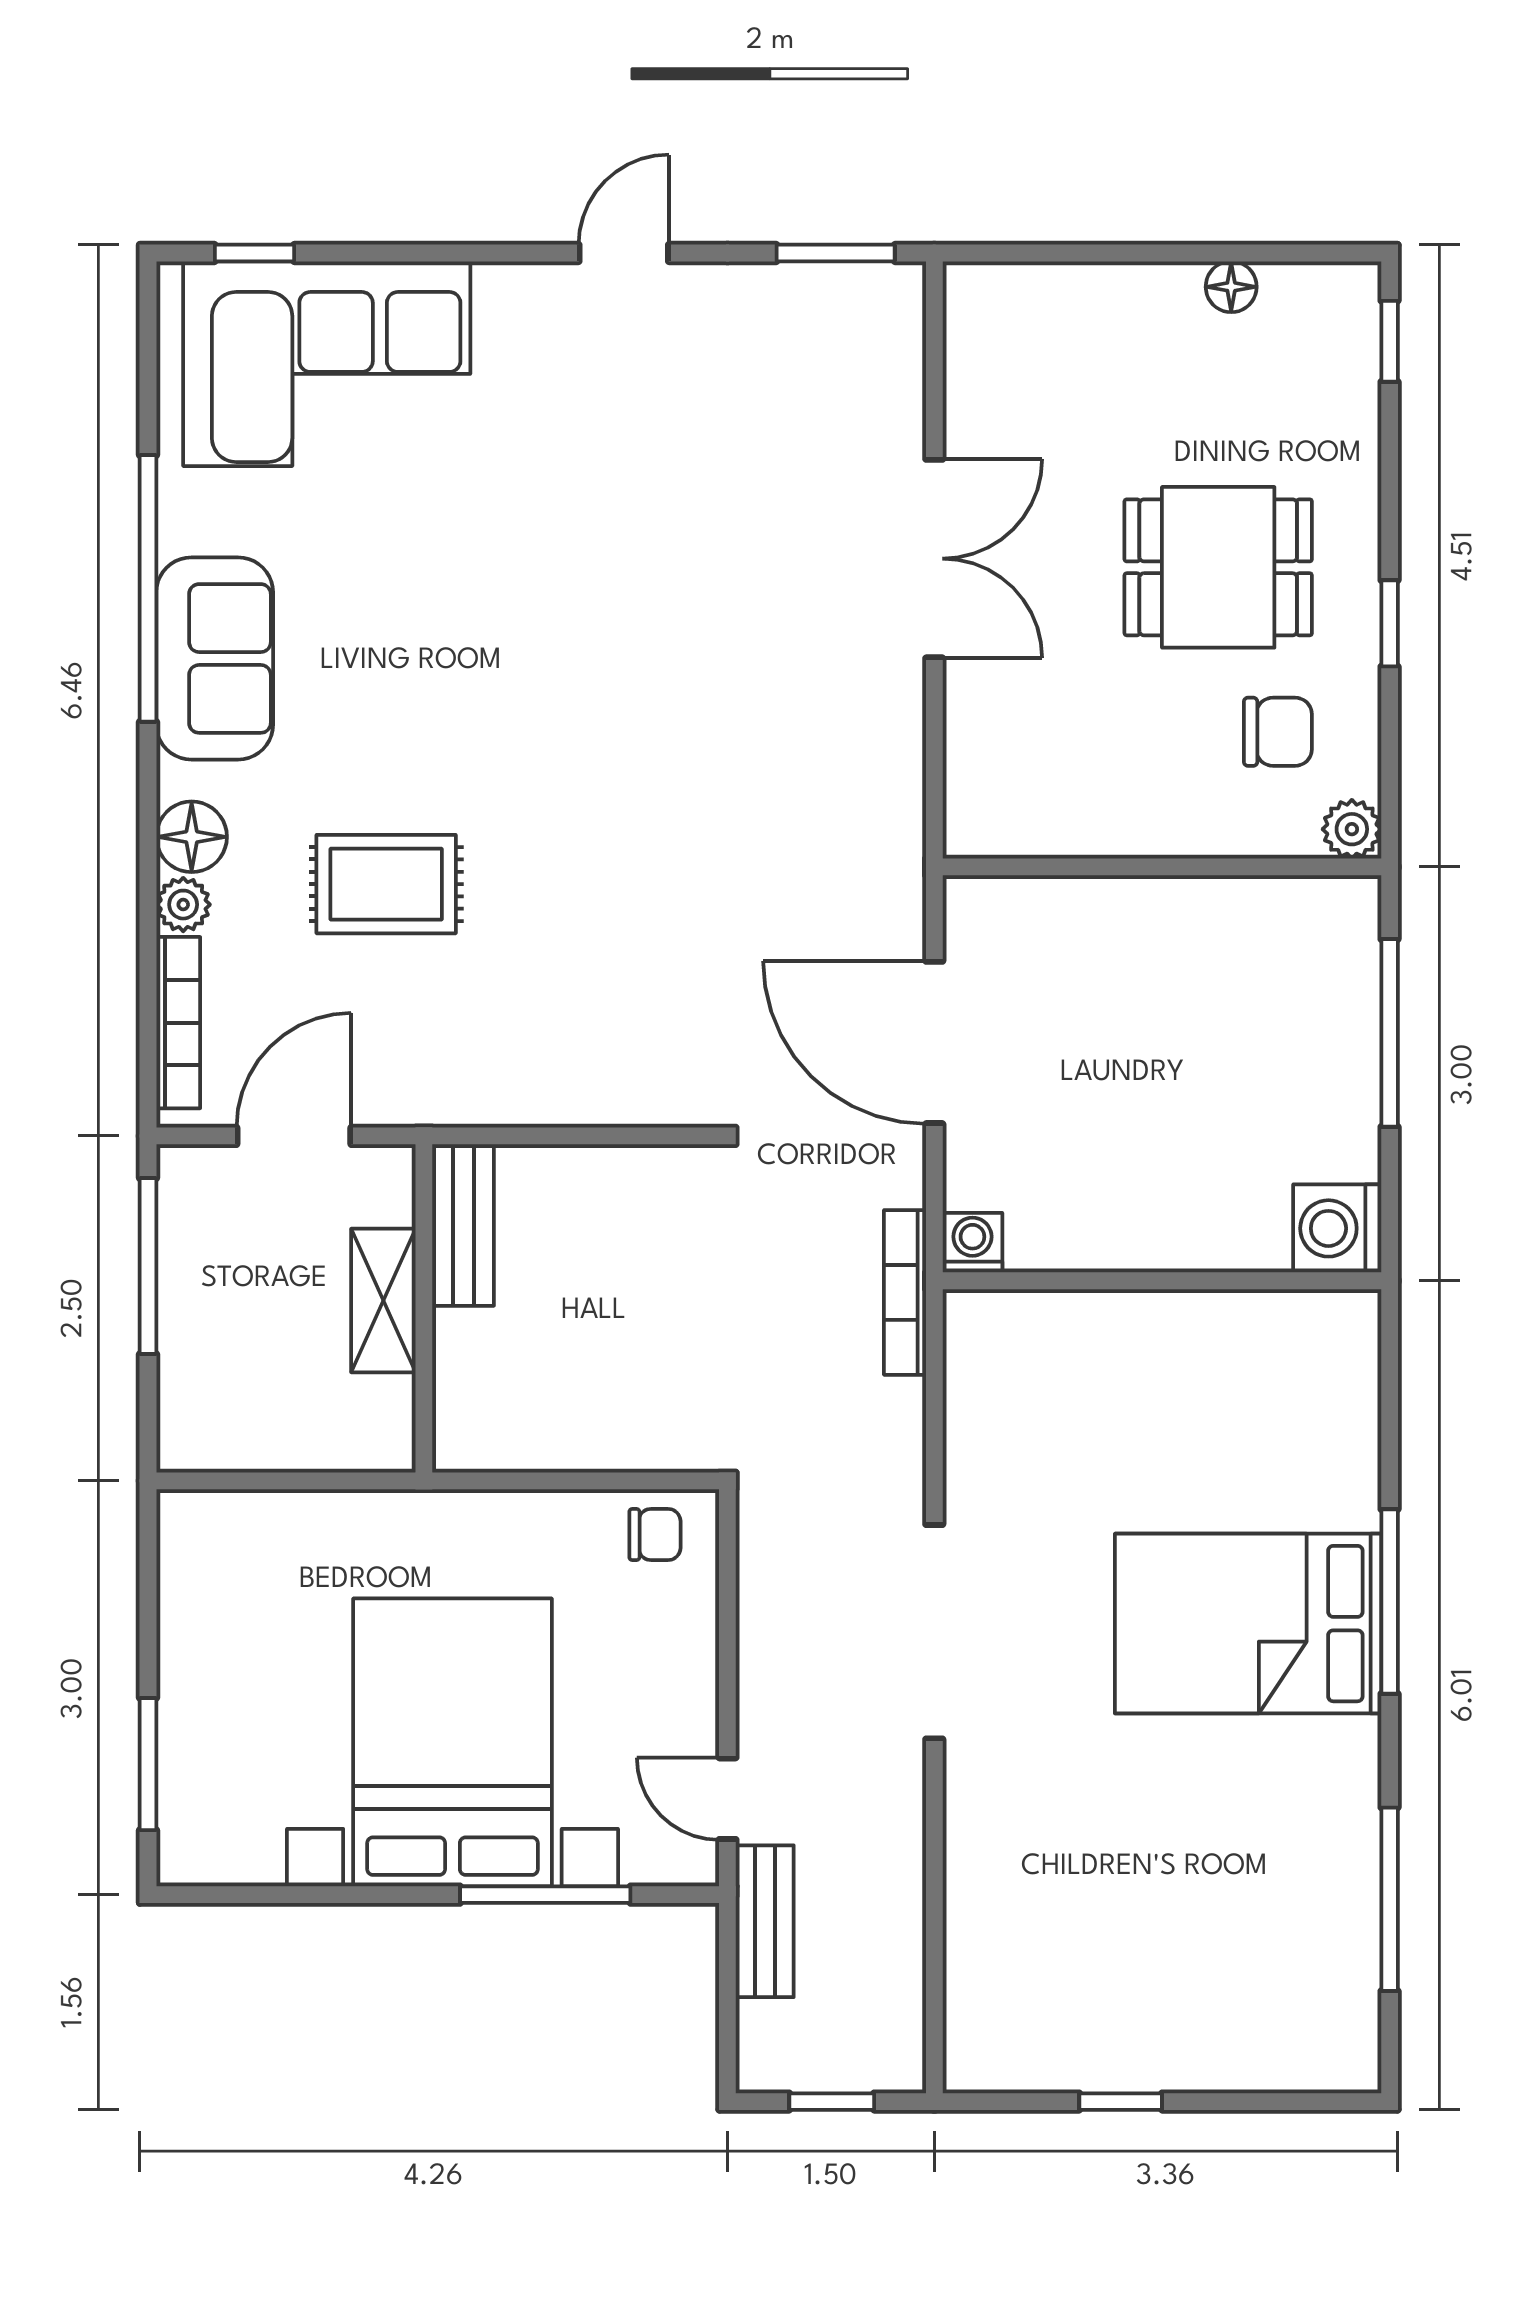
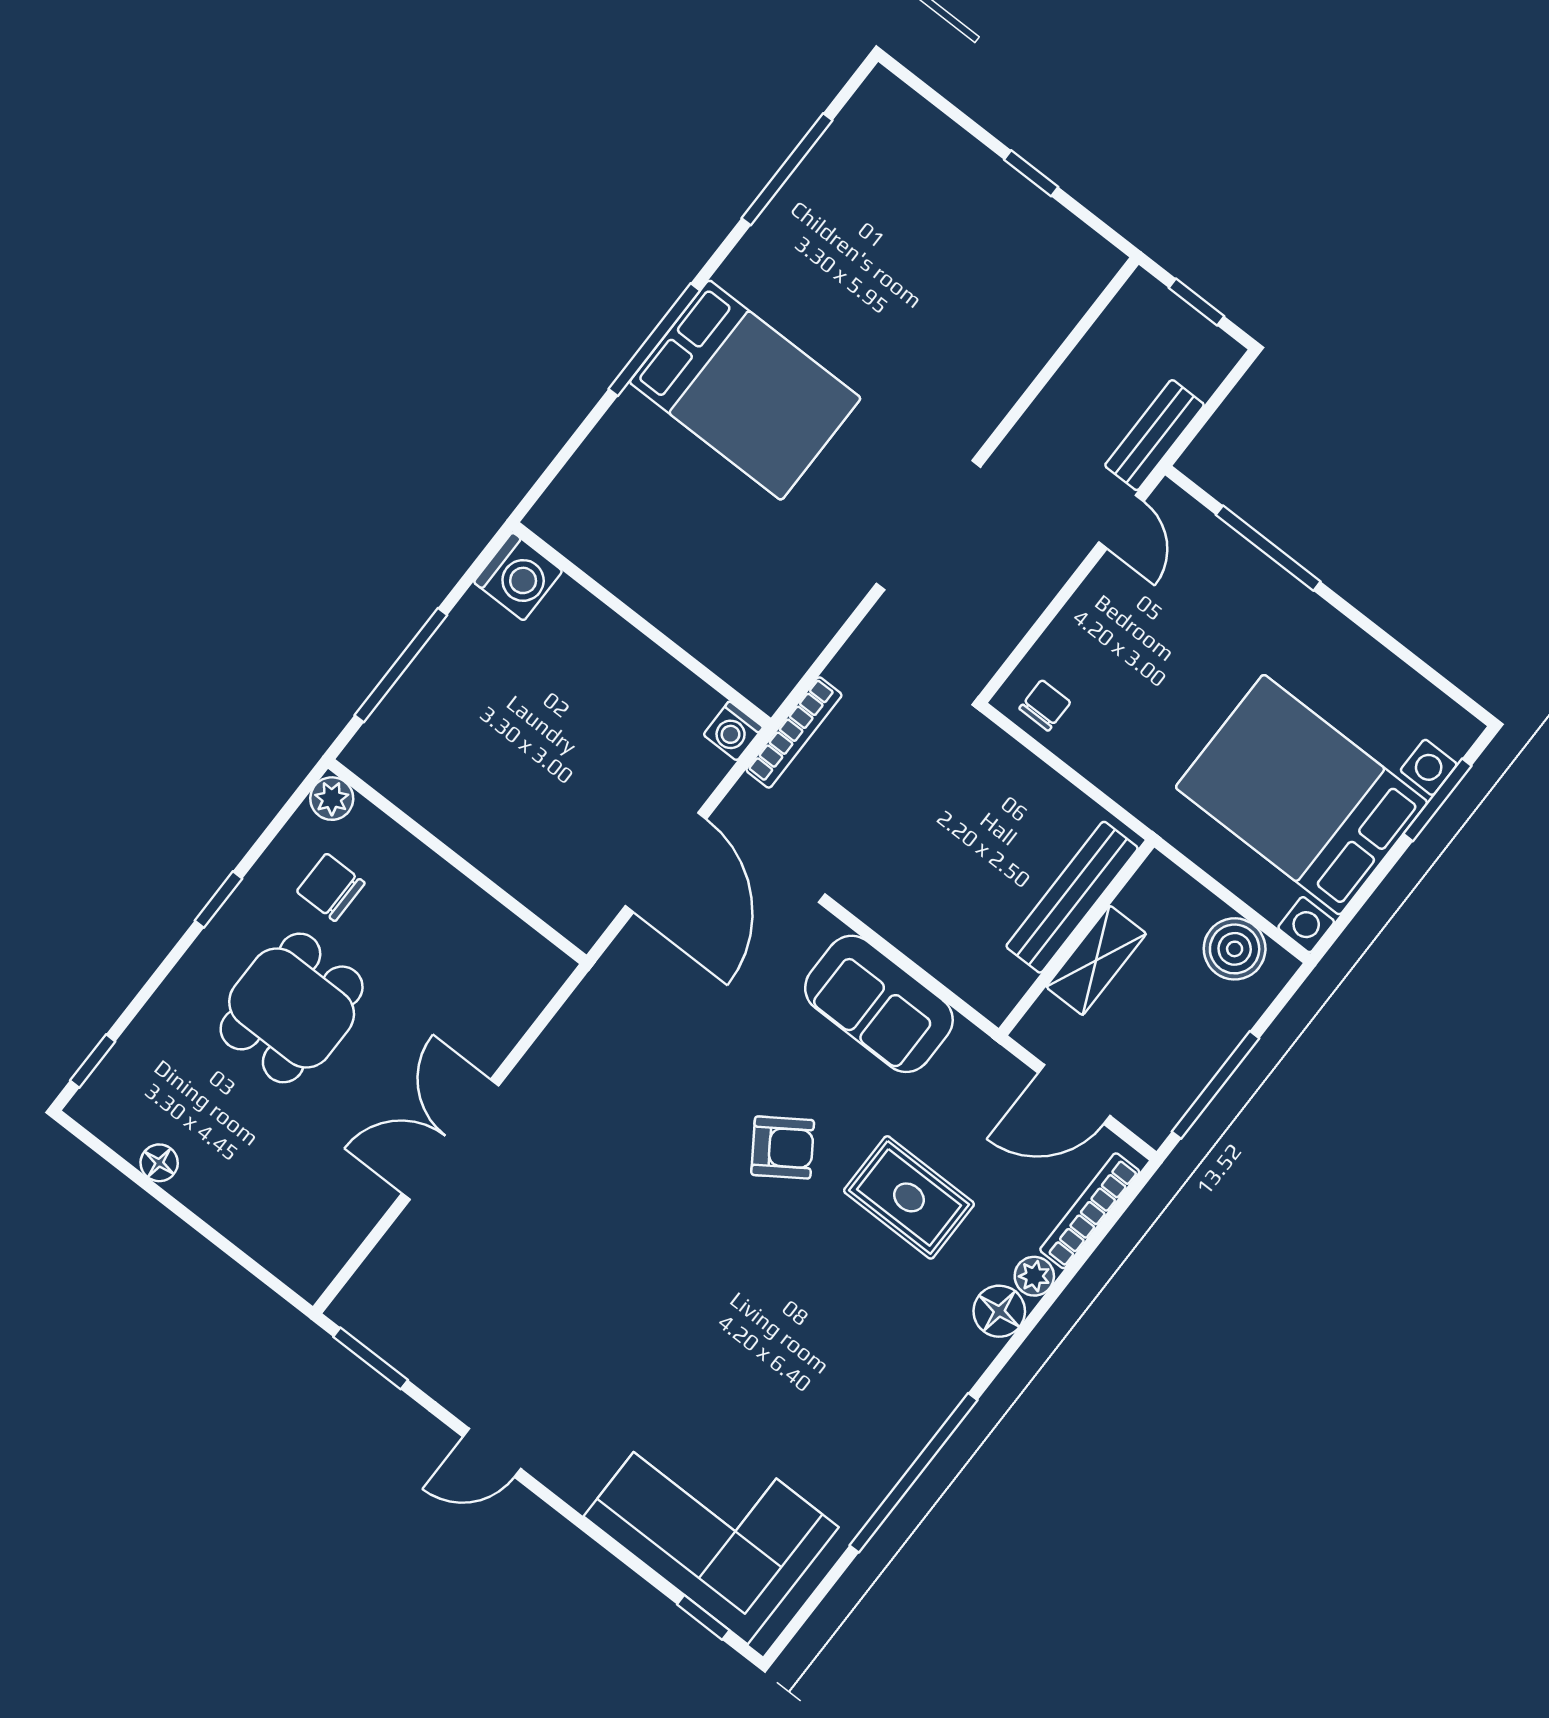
dining table: (1218, 567) -> (292, 1008), turned 90
sofa: (215, 658) -> (879, 1004), moved, turned -90
armchair: (566, 831) -> (783, 1148), added
bench: (463, 1225) -> (1072, 897), moved, width x1.36
boiler: (242, 1430) -> (1235, 949), added
chair: (655, 1535) -> (1045, 705), turned 90
bed with nightstands: (452, 1742) -> (1302, 795), moved, turned 90

